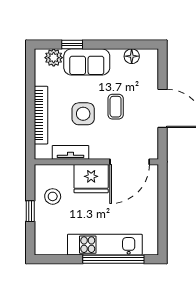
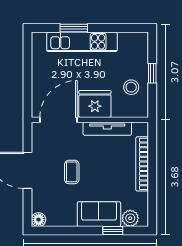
floor lamp: (132, 56) -> (39, 220), moved
side table: (83, 114) -> (102, 165), removed
tv unit: (71, 152) -> (107, 129), width x1.41
window: (113, 259) -> (74, 28), width x0.47

